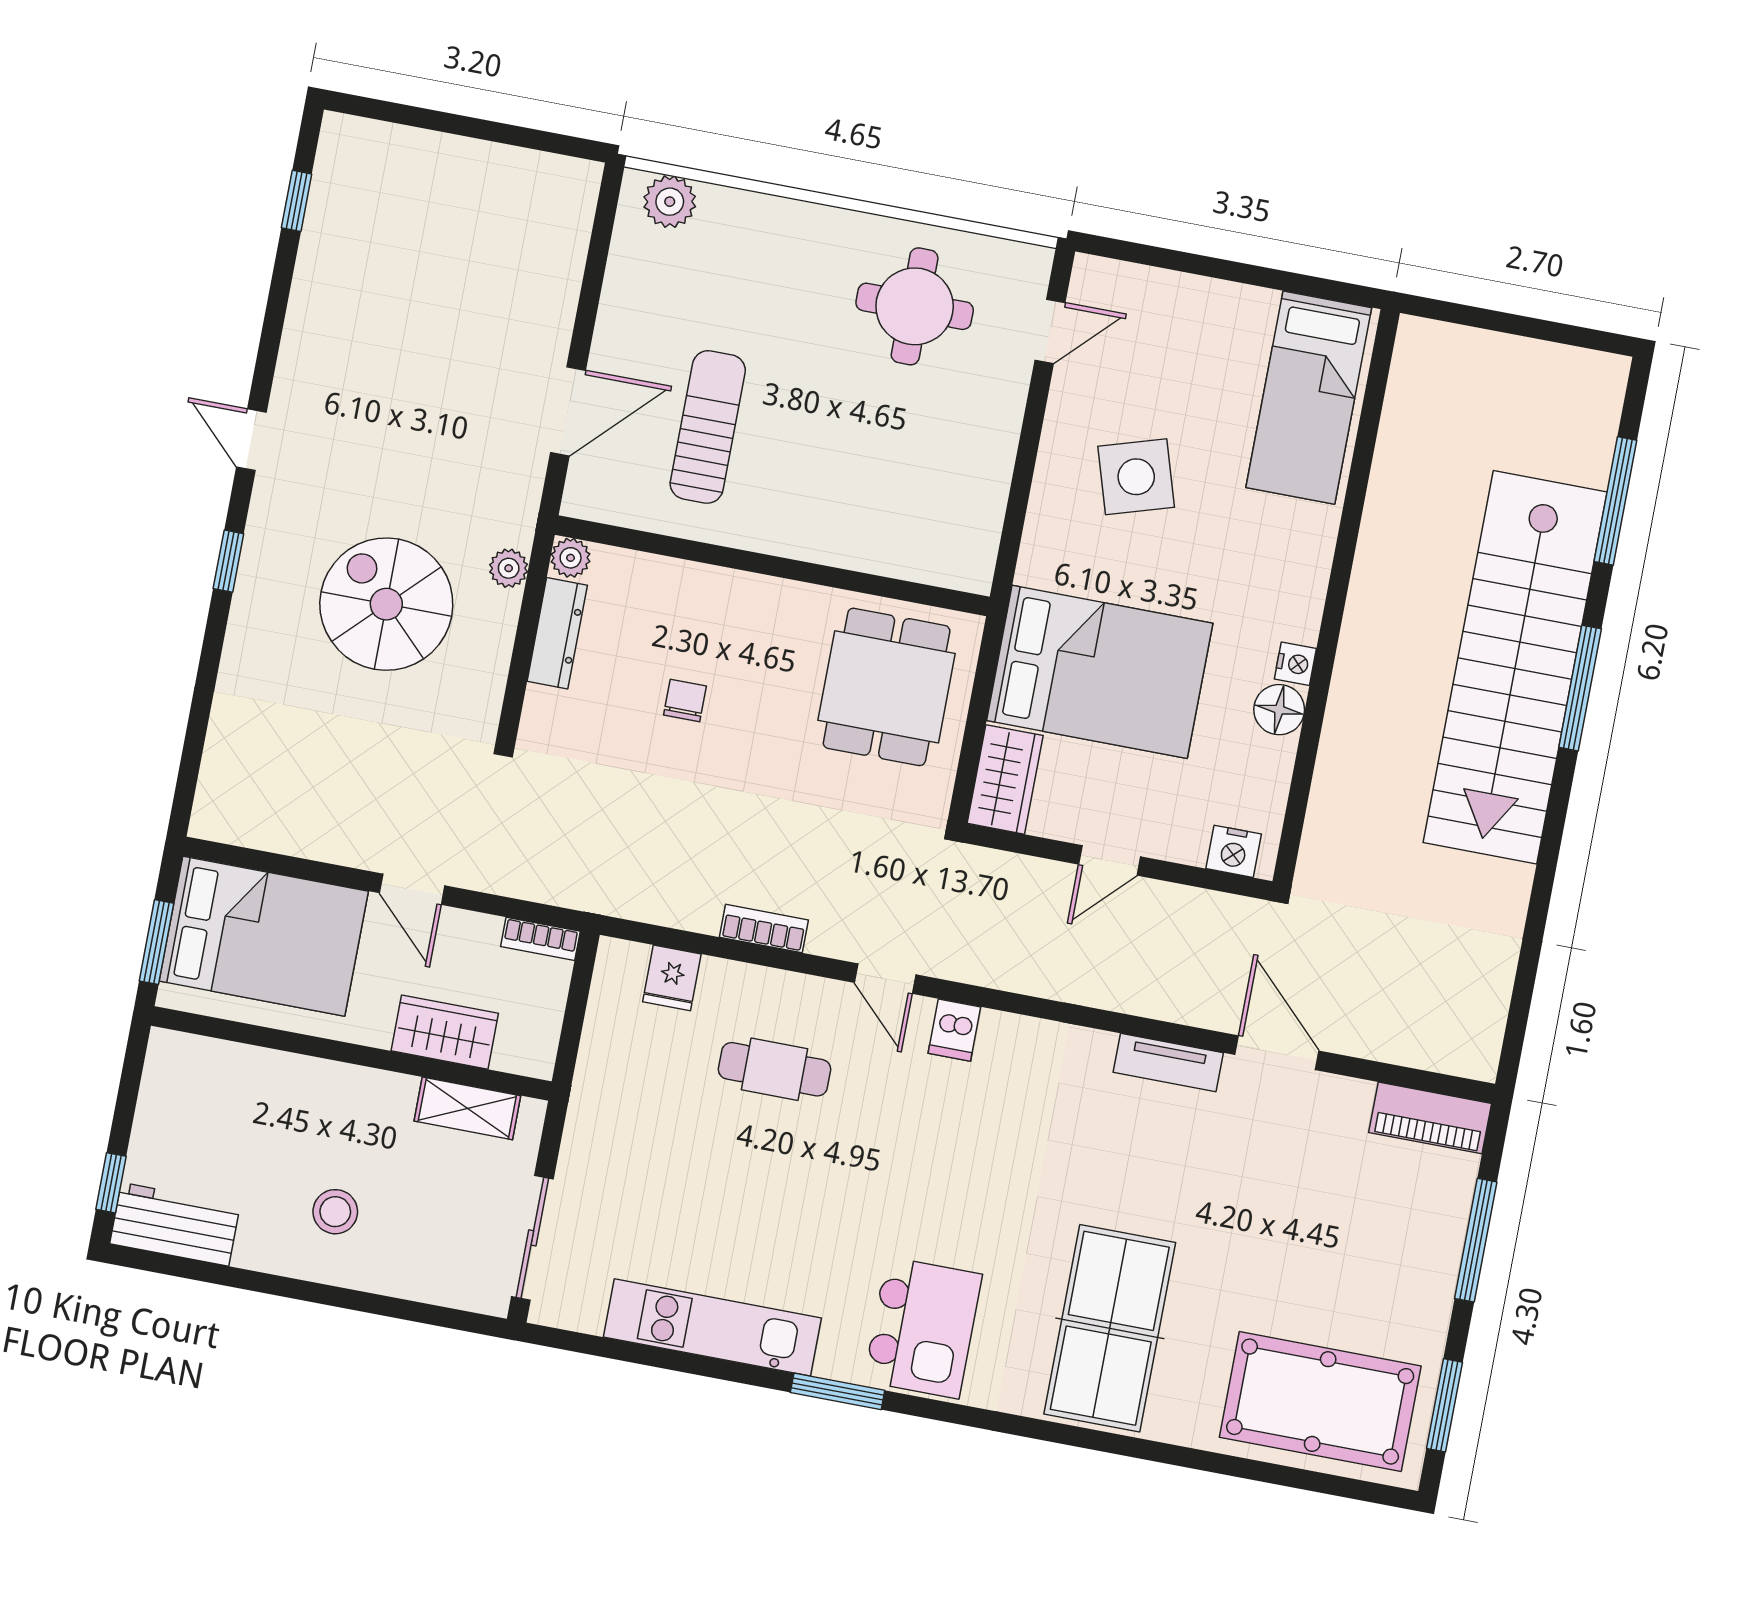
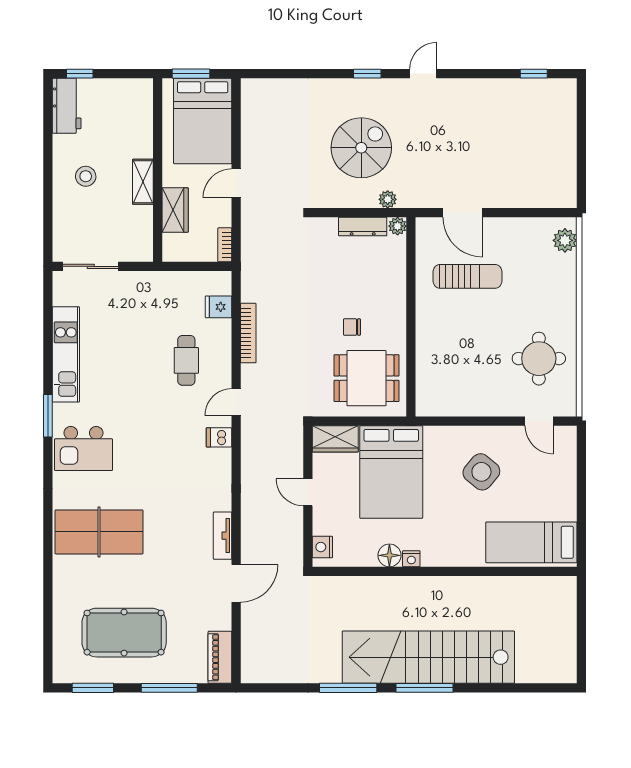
side table: (1136, 477) -> (481, 472), turned -33
window: (1615, 501) -> (348, 688), moved
chair: (685, 700) -> (352, 327), moved, turned 180
bookcase: (764, 929) -> (248, 333), width x1.56
shelving: (467, 1108) -> (143, 182), moved
pool table: (1320, 1402) -> (124, 633), moved, turned 90

